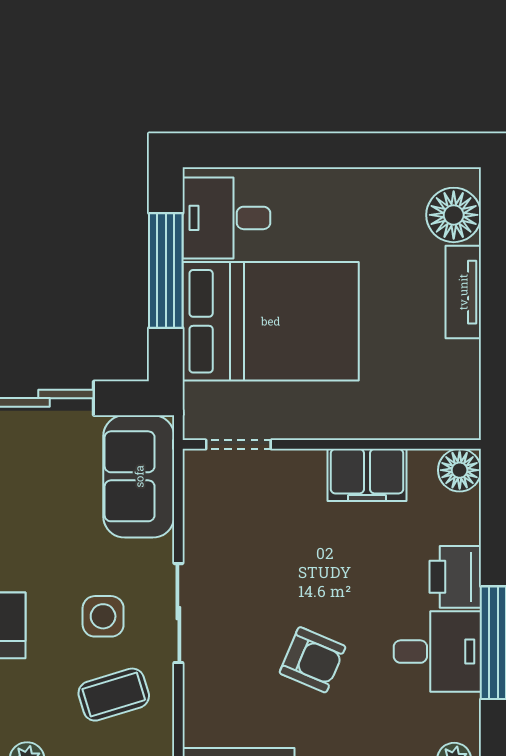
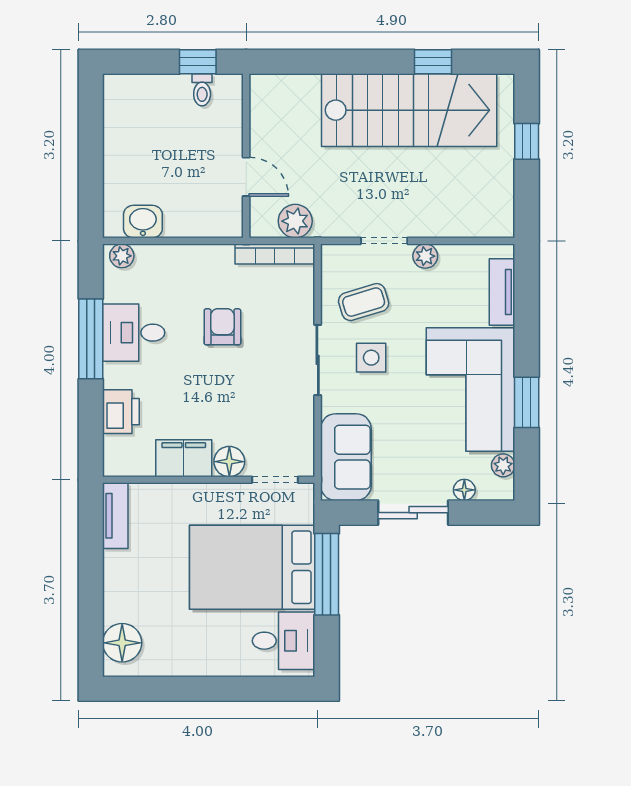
window: (166, 270) -> (327, 574), moved
tv unit: (463, 292) -> (115, 516), moved
floor lamp: (460, 470) -> (229, 462), moved
printer: (455, 577) -> (121, 412), moved
armchair: (313, 660) -> (222, 327), turned 67

